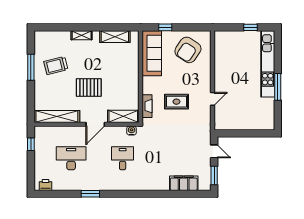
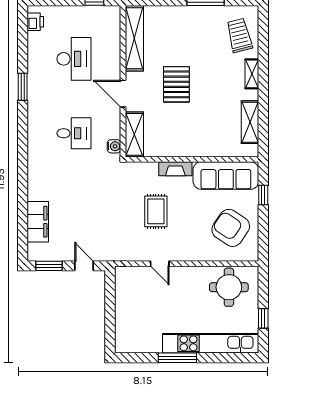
round table: (229, 51) -> (229, 287), added
trolley: (56, 66) -> (239, 35), moved
fireplace: (147, 106) -> (175, 169), moved
door: (214, 151) -> (84, 266), swing flipped

